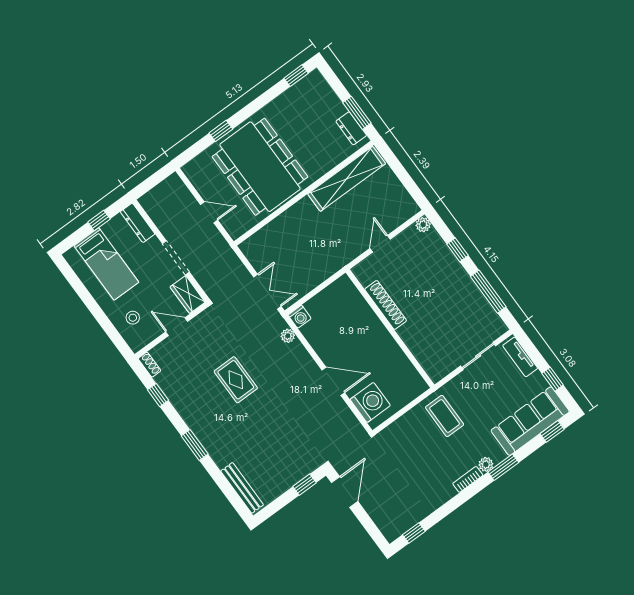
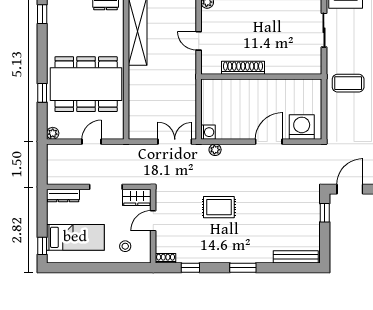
plant: (190, 169) -> (53, 133), added
window: (99, 220) -> (42, 246), moved
door: (345, 492) -> (350, 189), hinge flipped

